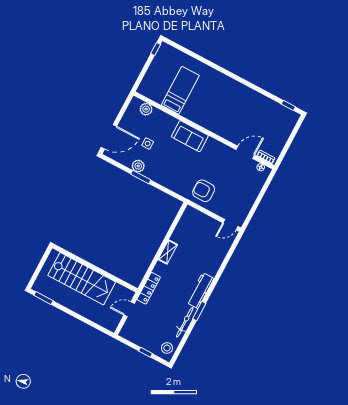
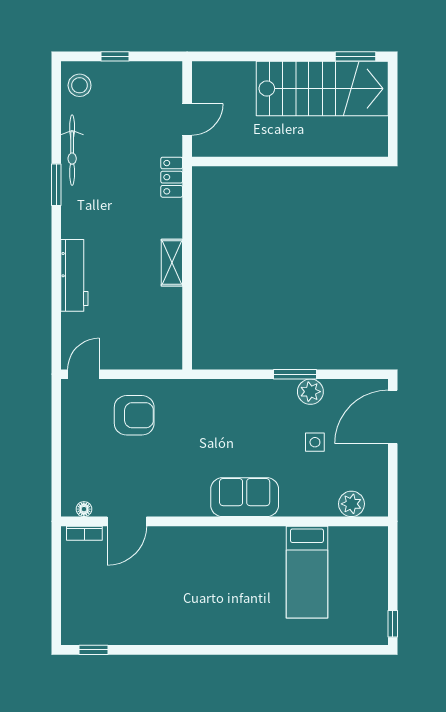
armchair: (204, 191) -> (134, 415), moved
stairs: (82, 279) -> (322, 89), moved, turned 180
locker: (149, 288) -> (172, 177), width x0.66
workbench: (200, 291) -> (74, 275), moved

